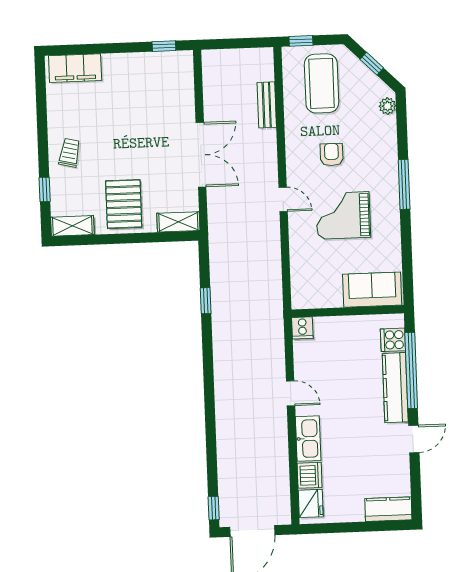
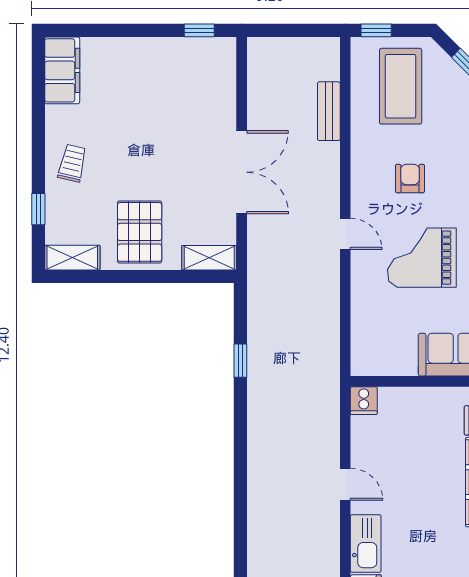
filing cabinet: (75, 68) -> (62, 70), moved, turned -90

